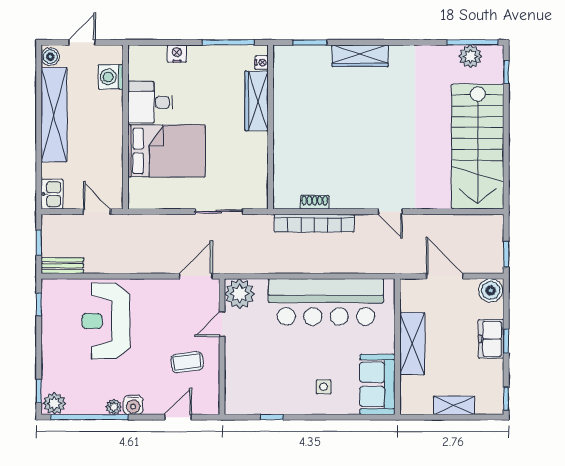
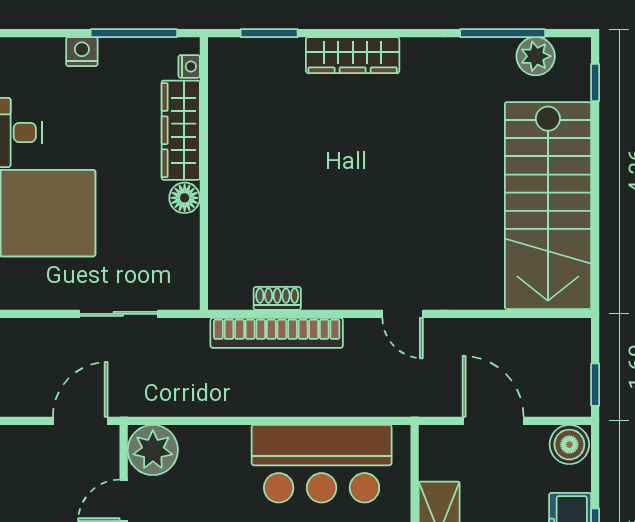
window: (473, 42) -> (503, 33), moved
nightstand: (177, 54) -> (82, 52), moved
floor lamp: (259, 142) -> (185, 198), added
bar counter: (326, 302) -> (322, 464), width x0.73

